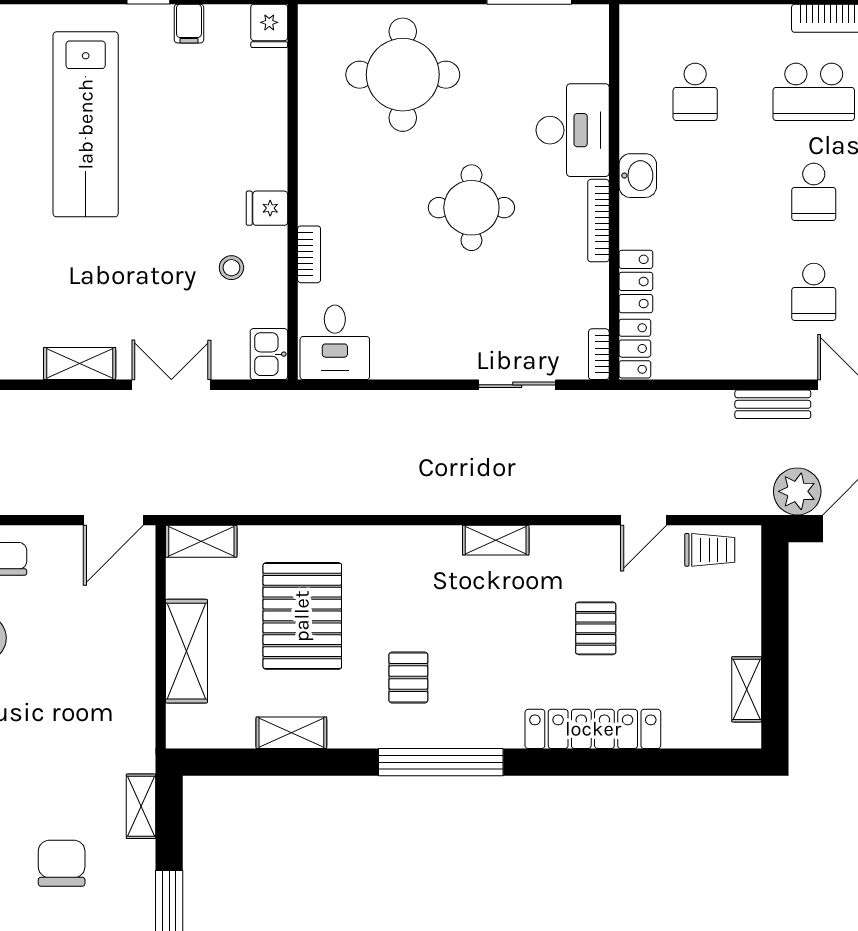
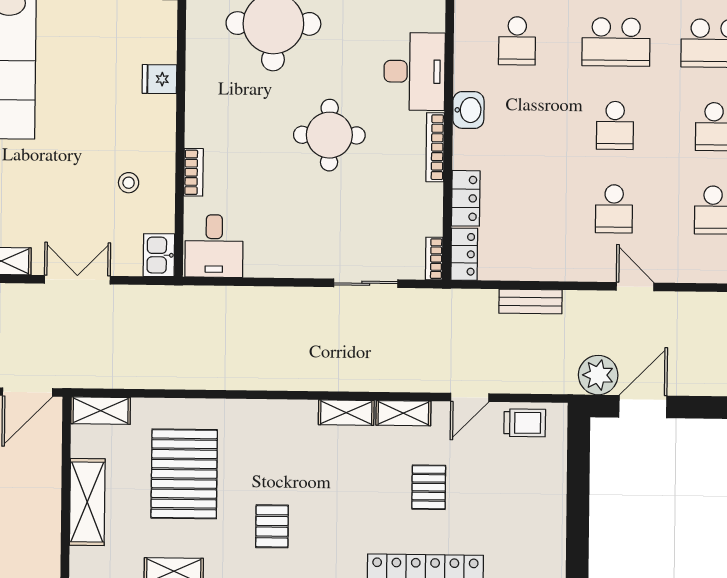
fridge: (267, 208) -> (159, 79), moved
bench: (773, 404) -> (530, 302), moved
shelving: (747, 689) -> (403, 413), moved, turned 90

